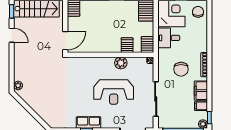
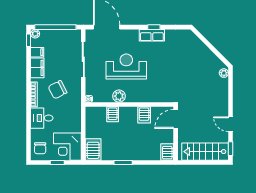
desk: (169, 38) -> (42, 118), moved, turned 180
server rack: (148, 45) -> (144, 115), moved
chair: (181, 69) -> (58, 90), turned -117

